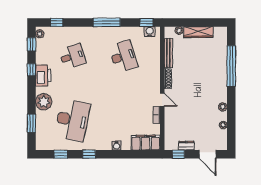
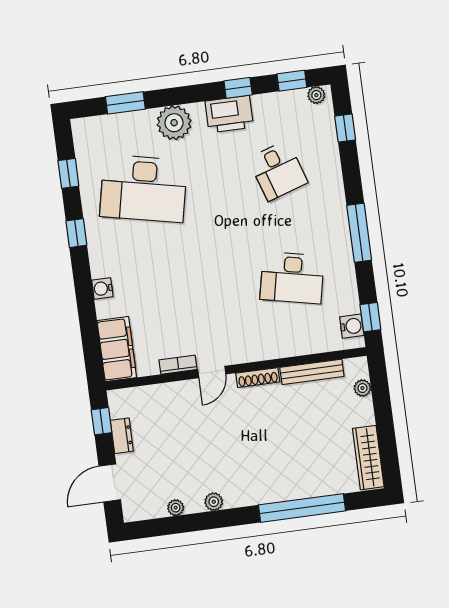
wardrobe: (198, 32) -> (368, 458), moved
desk: (123, 56) -> (292, 278), turned 30

